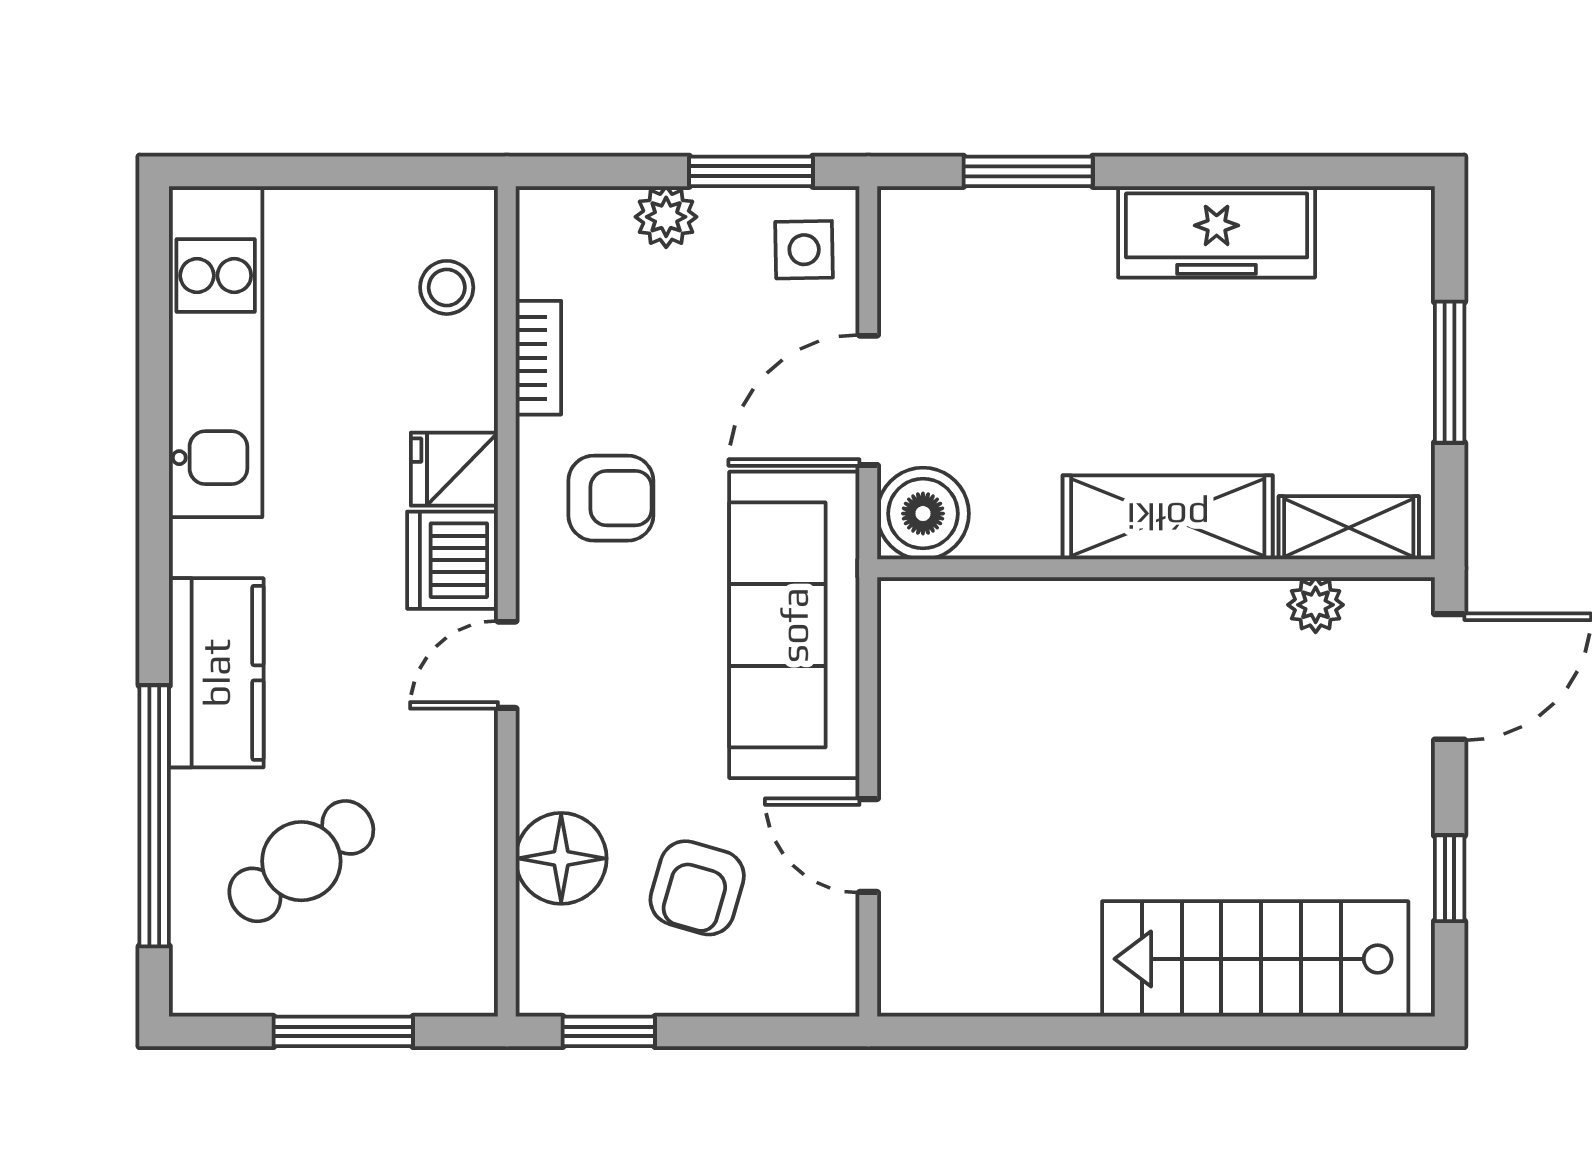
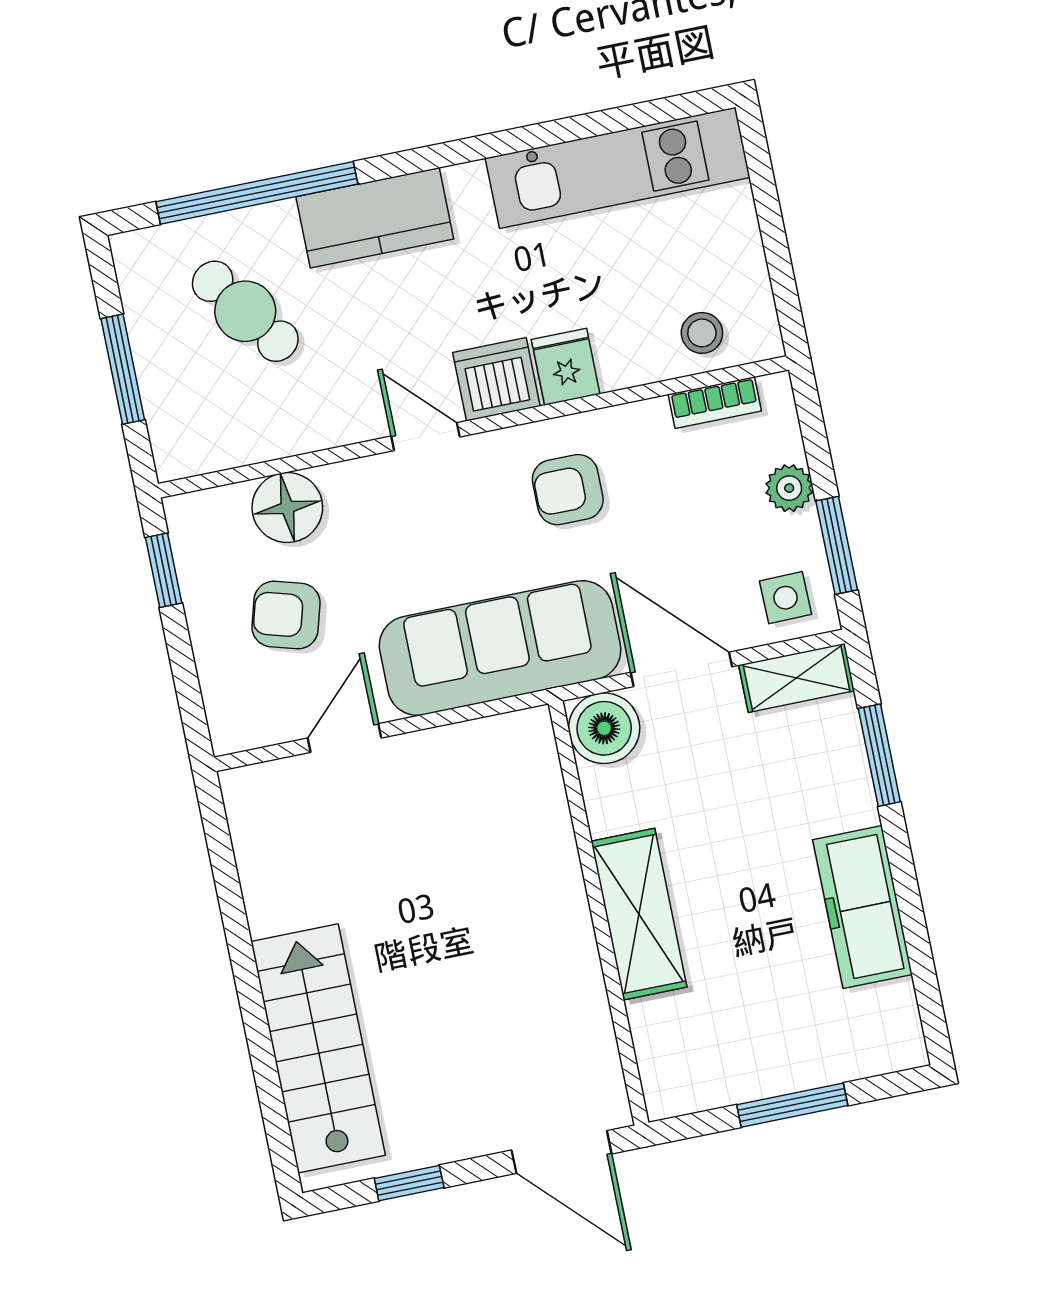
bookcase: (538, 358) -> (715, 403), moved
armchair: (611, 498) -> (568, 490), turned 90
shelving: (1349, 528) -> (797, 678), moved, turned 90
plant: (1316, 605) -> (596, 1039), removed

